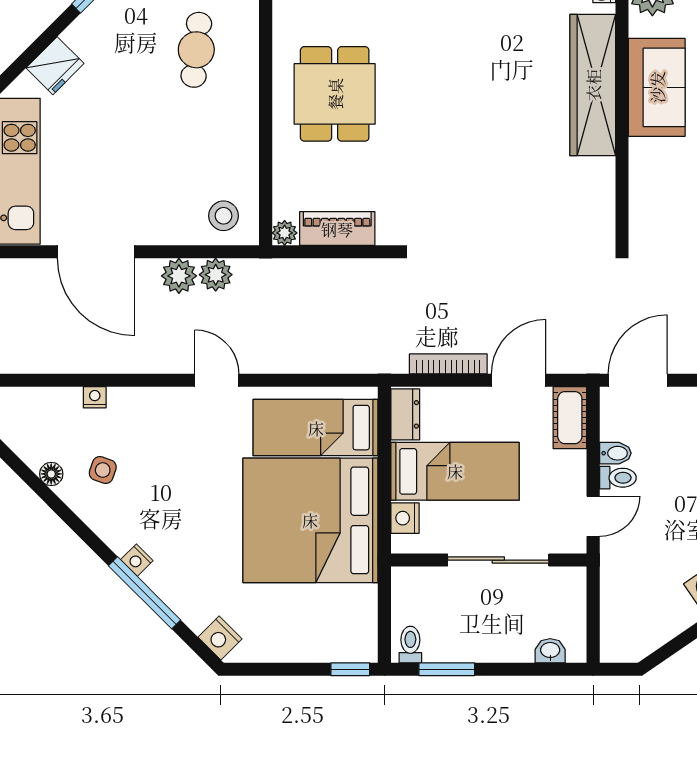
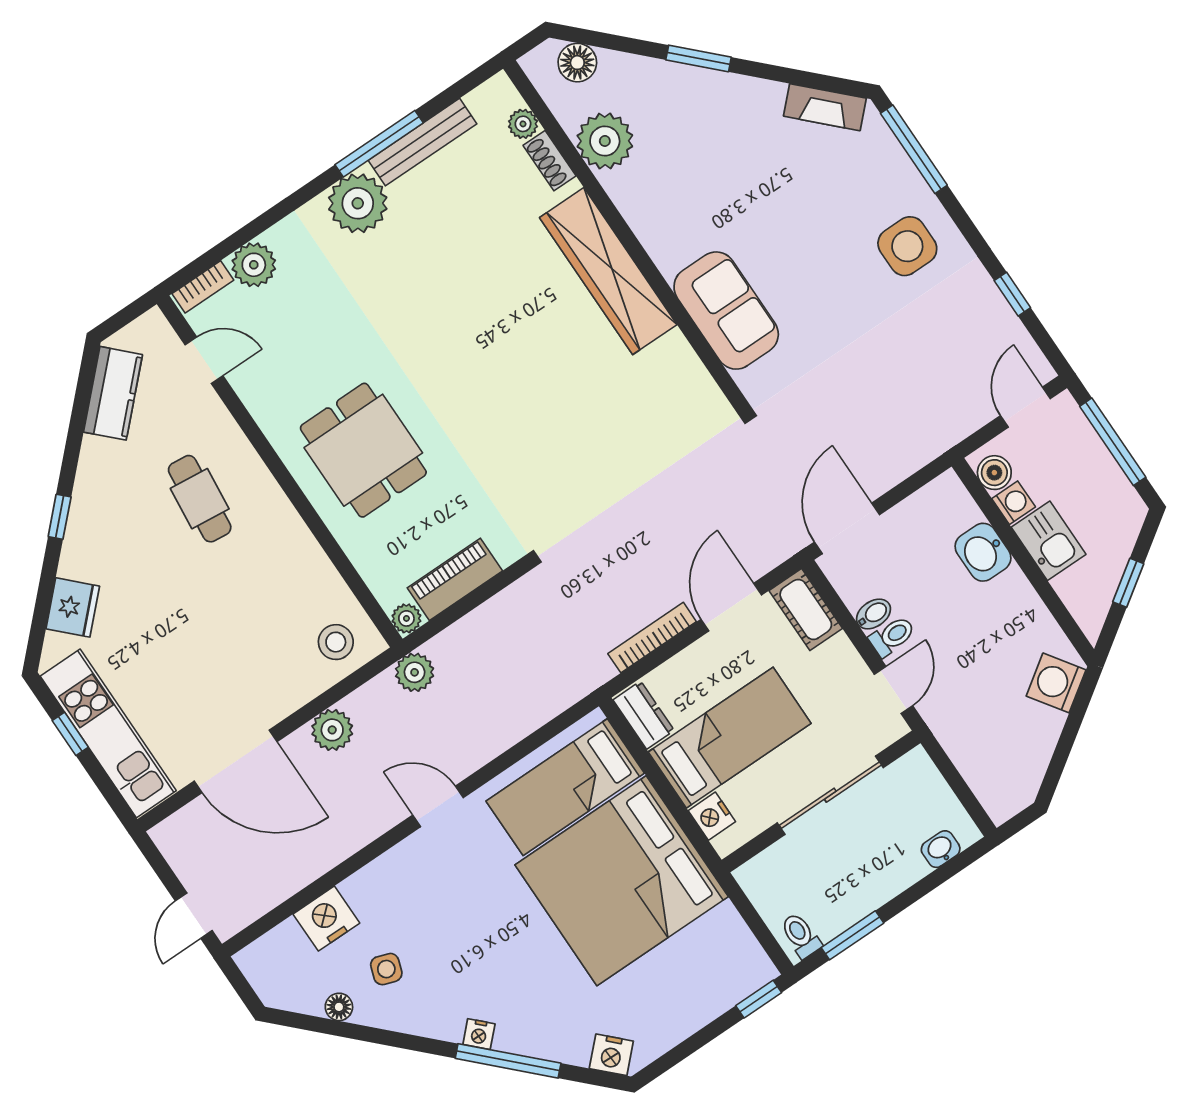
sofa: (657, 87) -> (726, 311), moved
plant: (216, 275) -> (415, 672), moved
nightstand: (95, 397) -> (326, 919), width x1.89, depth x1.79

